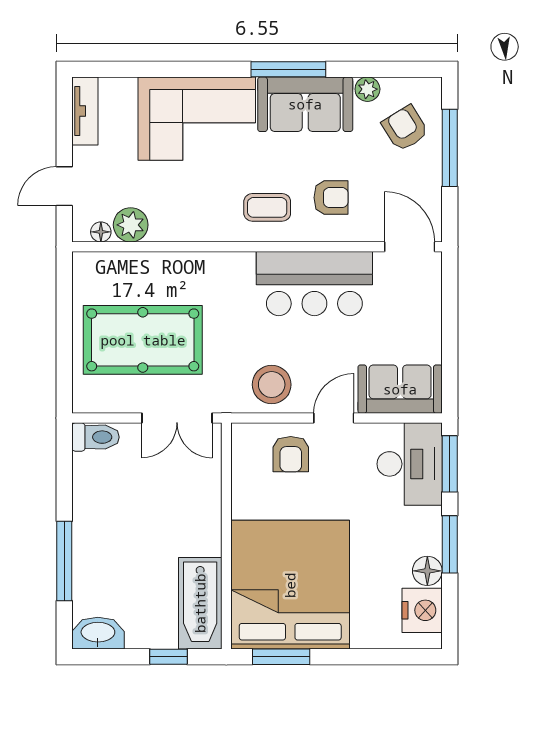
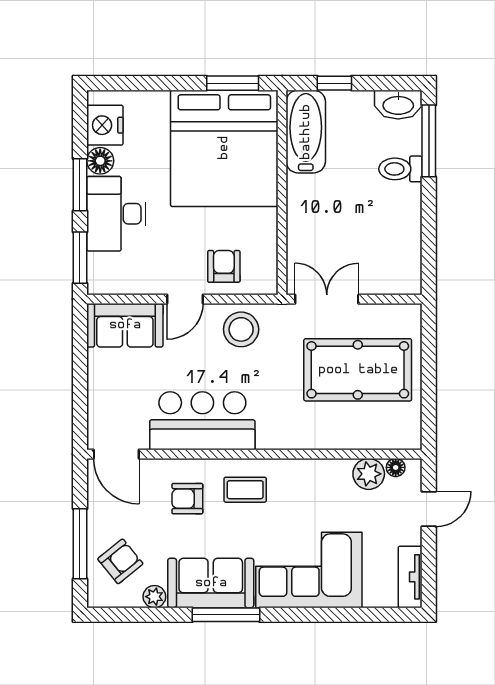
armchair: (405, 128) -> (120, 561), turned -97
toilet: (96, 437) -> (400, 169), moved
desk: (410, 464) -> (116, 214), moved
window: (64, 561) -> (429, 141), moved

